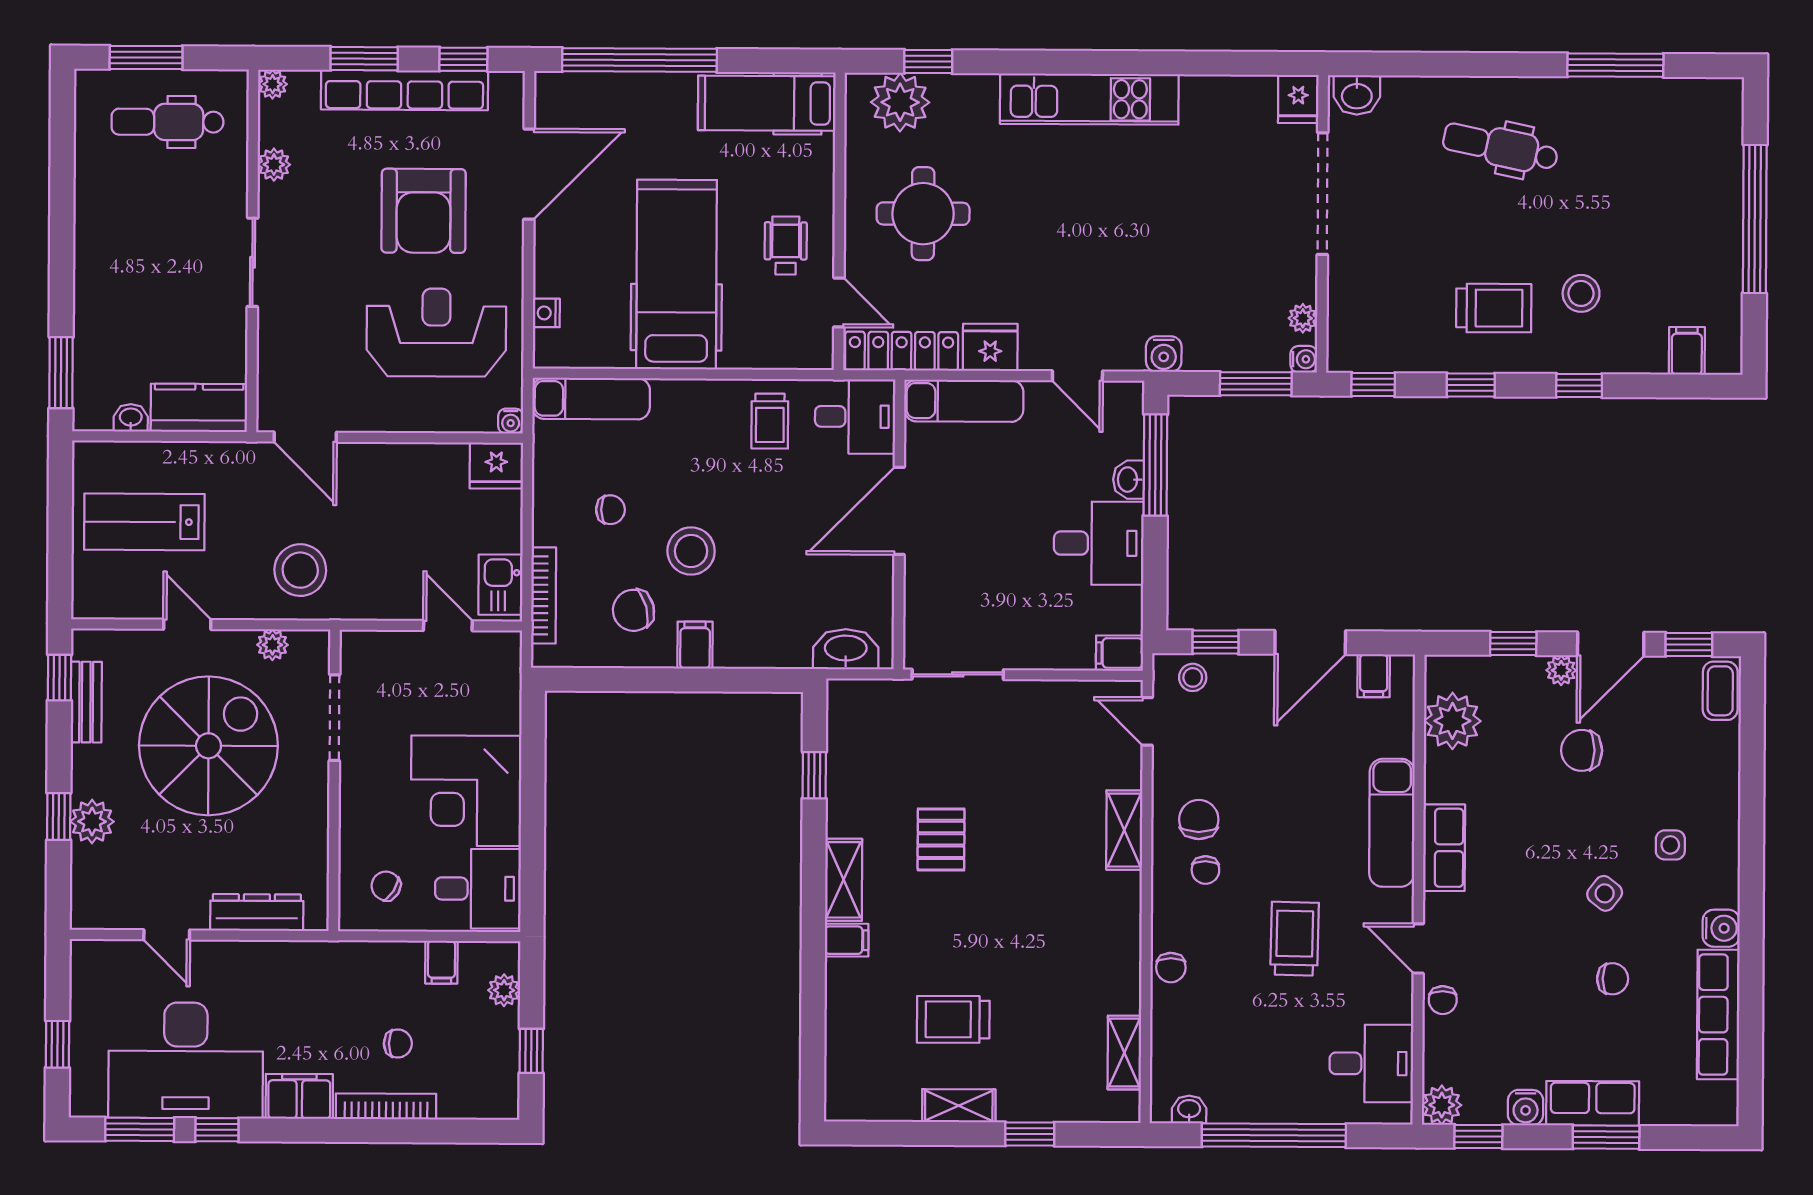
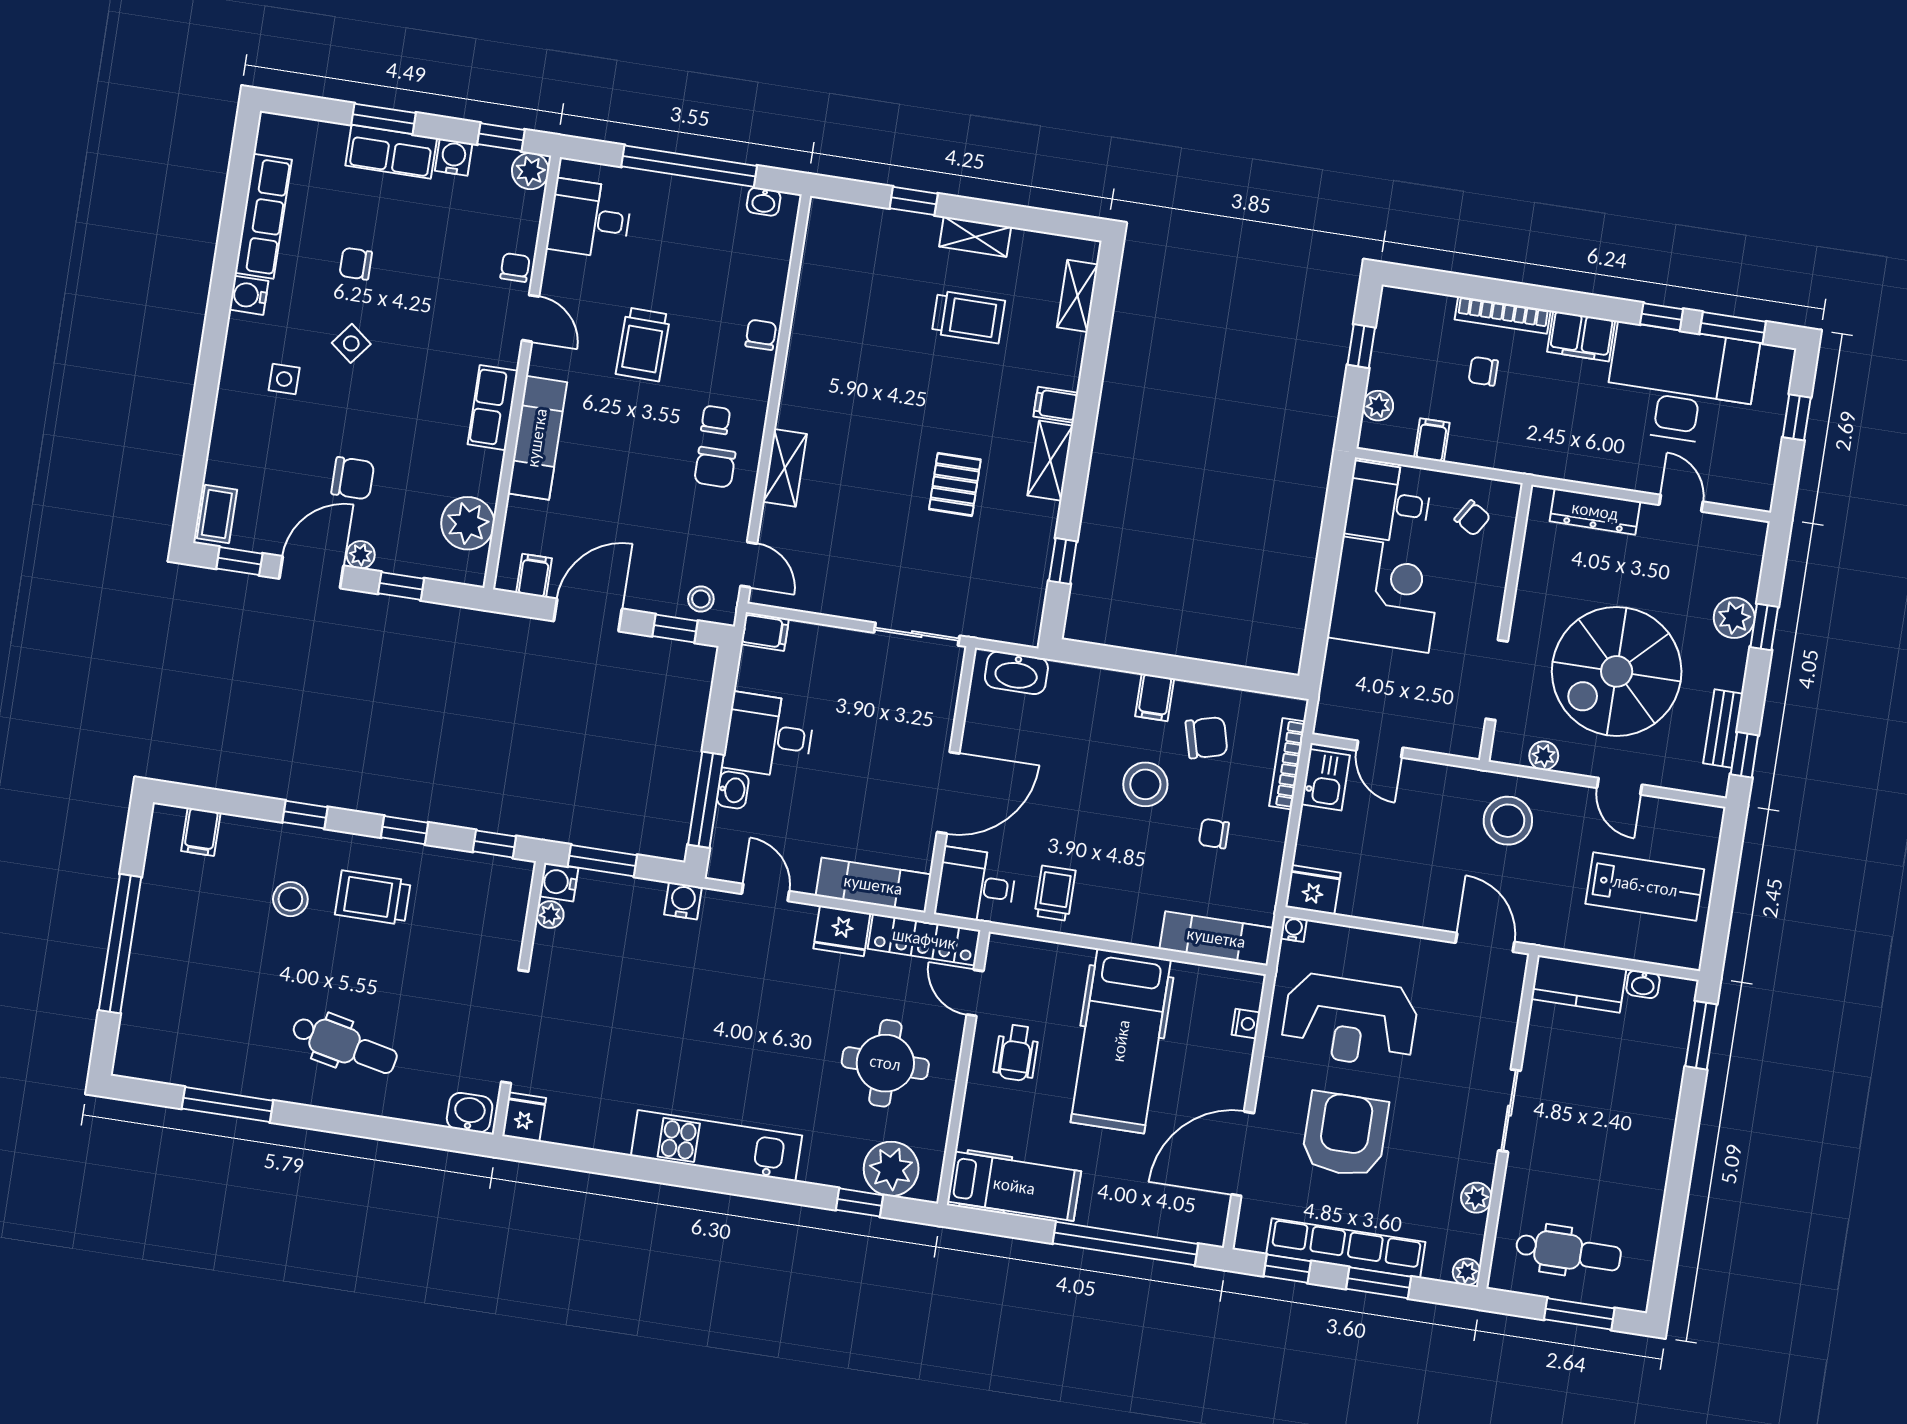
water cooler: (1304, 359) -> (559, 882), width x1.38, depth x1.38
shelving: (1124, 1053) -> (1077, 296), moved

